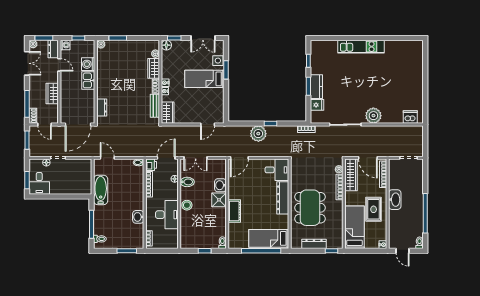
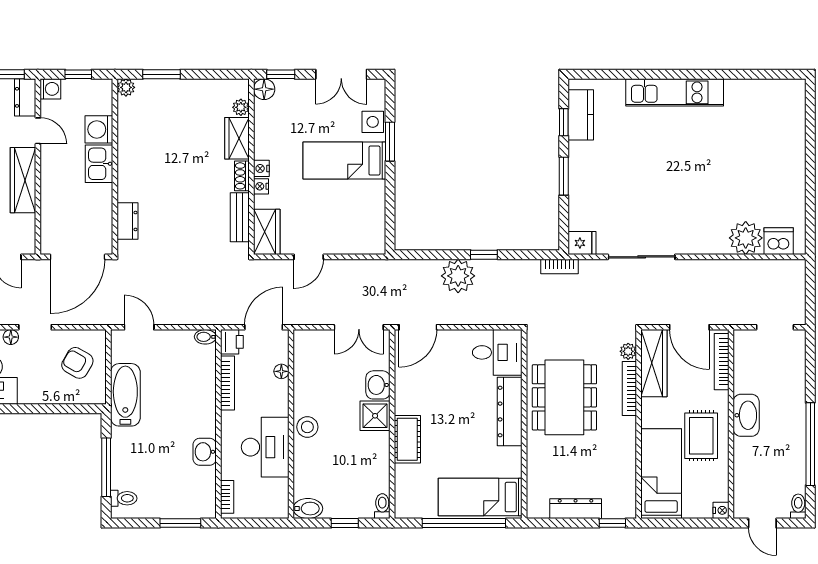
kitchen counter: (316, 87) -> (581, 115), moved
wardrobe: (52, 93) -> (23, 180), width x1.50
fridge: (317, 105) -> (582, 243), moved
plant: (373, 116) -> (746, 238), moved
door: (208, 125) -> (309, 257), moved
double door: (196, 158) -> (359, 327), moved
armchair: (78, 175) -> (77, 363), added
bidet: (187, 182) -> (308, 509), moved
dining table: (310, 208) -> (564, 397), moved

